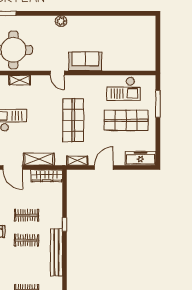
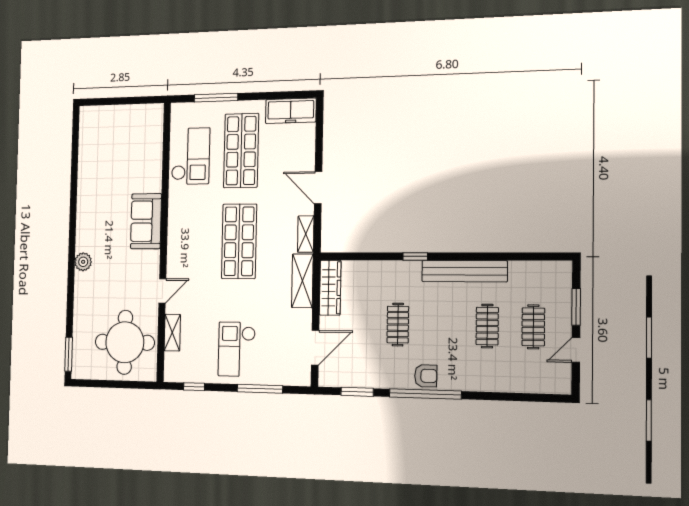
door: (57, 73) -> (162, 291), moved
shop shelf: (73, 120) -> (239, 241), turned 90
freezer: (141, 158) -> (291, 111), moved, turned -90
shelving: (39, 159) -> (302, 281), moved
clothes rail: (27, 240) -> (487, 326), moved

